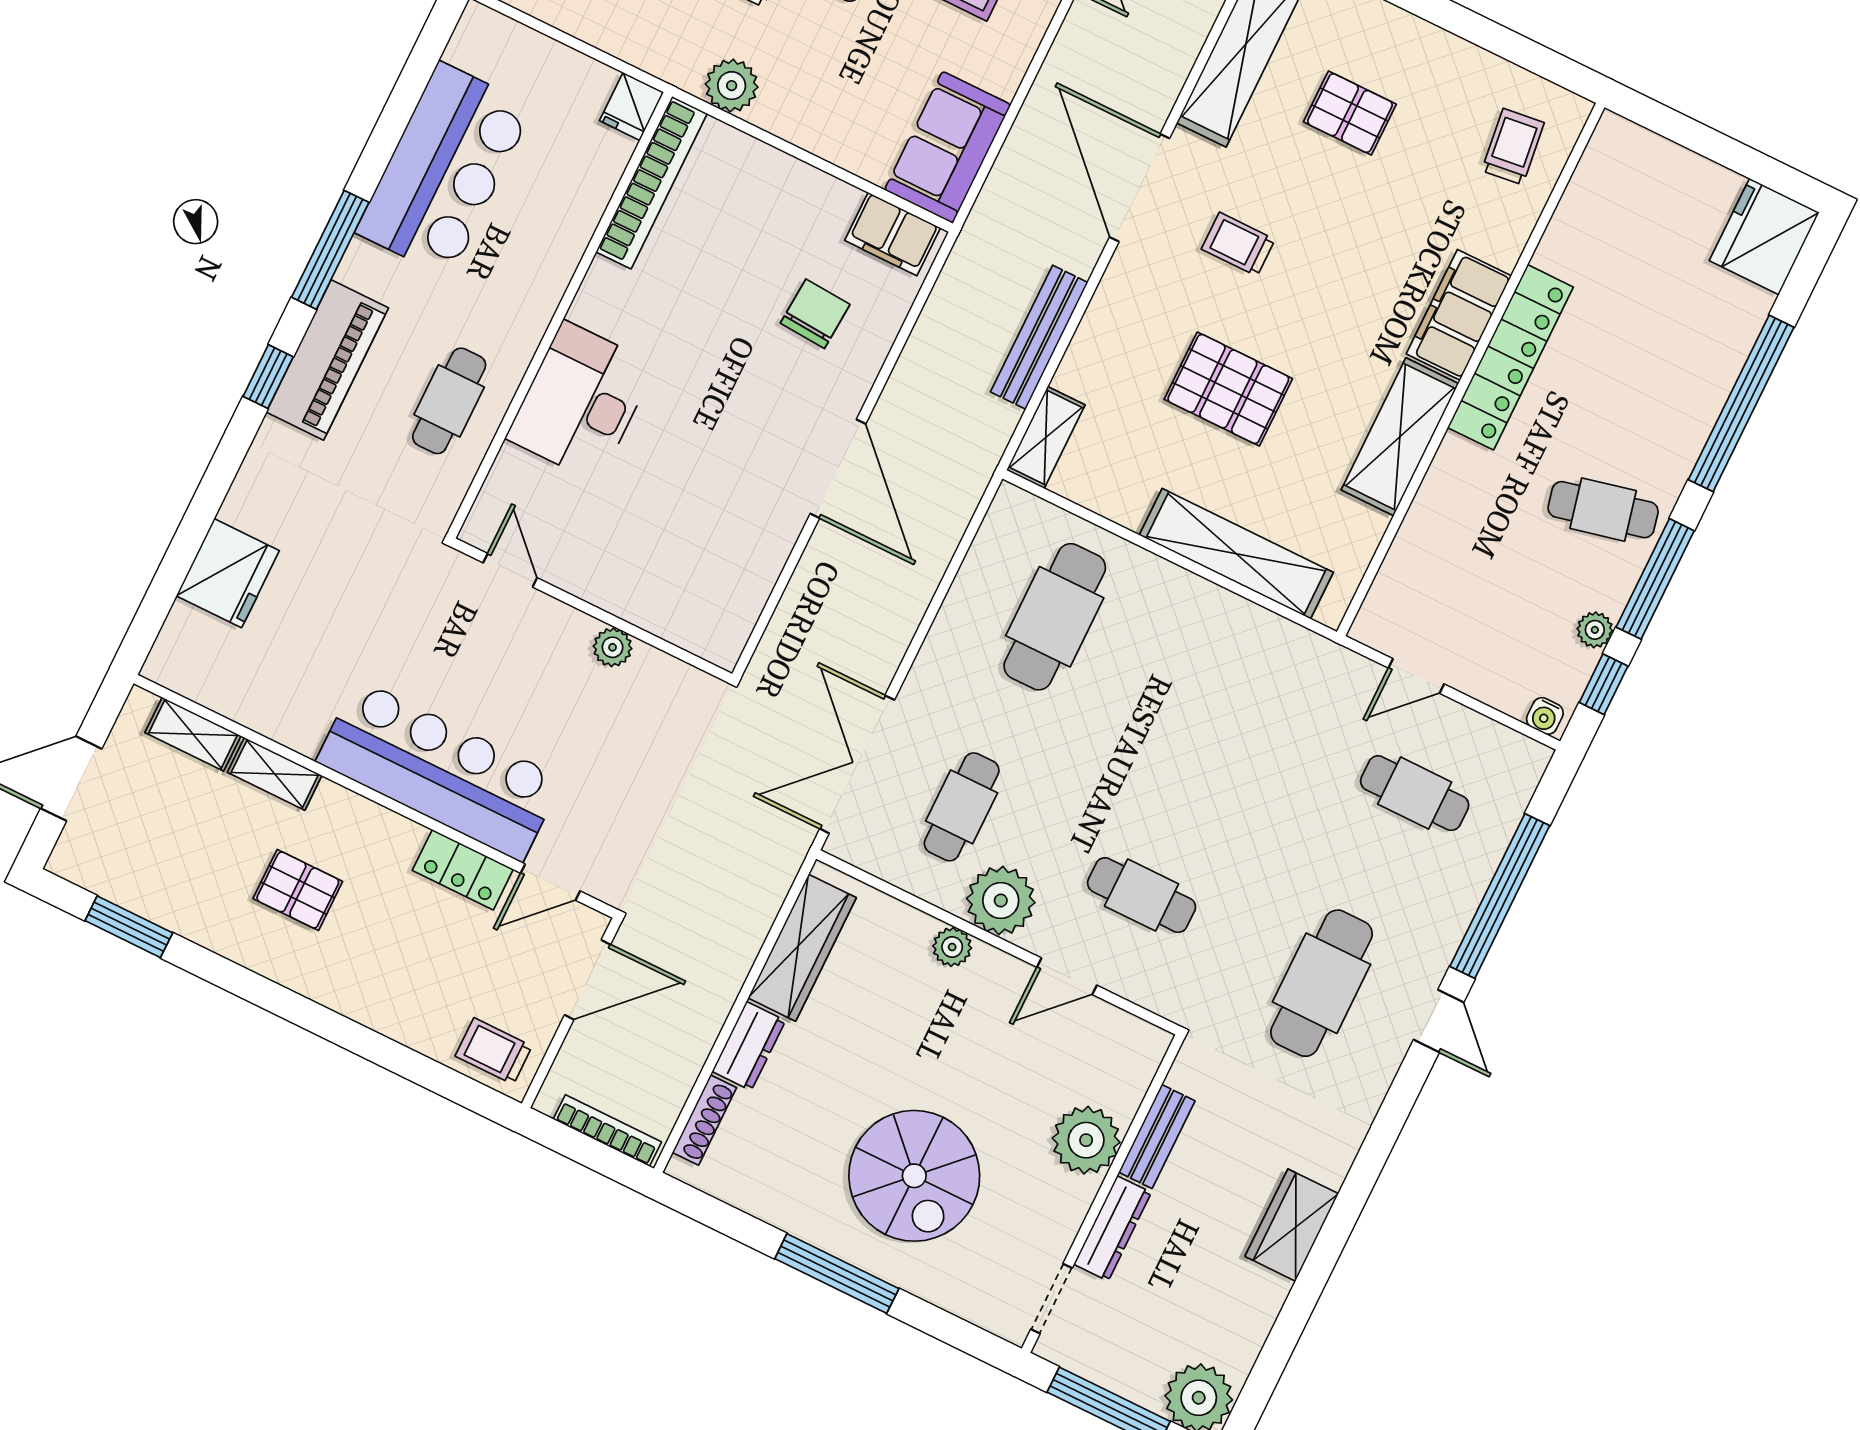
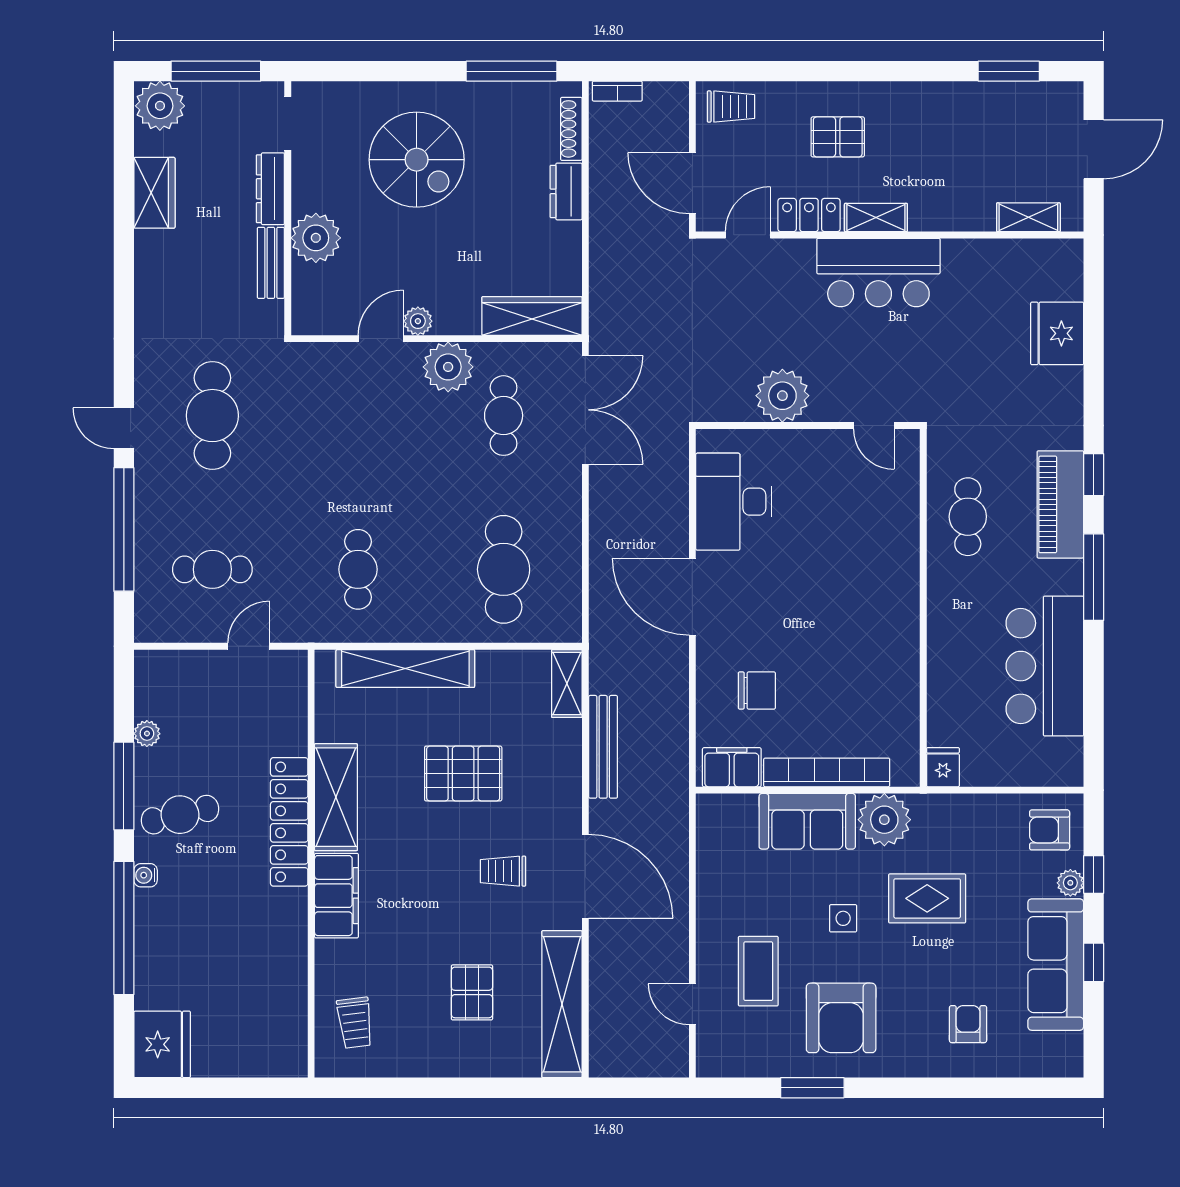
plant: (732, 86) -> (884, 820), width x1.36, depth x1.36
pallet: (1350, 113) -> (472, 992), turned 90
sofa: (948, 147) -> (807, 821), moved, turned 90
bookcase: (652, 183) -> (827, 772), moved, turned 90
trolley: (1238, 244) -> (503, 871), turned 180
chair: (815, 314) -> (757, 690), turned -94
locker: (1510, 357) -> (289, 822), moved
desk: (581, 402) -> (734, 502), moved, turned 180
plant: (613, 647) -> (782, 396), width x1.87, depth x1.87
window: (1604, 684) -> (124, 701), removed
water cooler: (1545, 716) -> (146, 875), moved, turned -90
bar counter: (439, 770) -> (878, 273), width x0.73
shelving: (275, 774) -> (876, 217), moved
pallet: (298, 890) -> (838, 137), moved
cafe table: (1142, 895) -> (358, 569), moved, turned 90
plant: (952, 947) -> (418, 321), moved
wardrobe: (802, 948) -> (532, 316), moved, turned 90
door: (588, 980) -> (692, 183), hinge flipped
bookcase: (607, 1131) -> (617, 91), width x0.64
spiral stairs: (914, 1176) -> (417, 160), turned 180
wardrobe: (1292, 1225) -> (154, 193), moved
window: (837, 1274) -> (512, 71), moved

